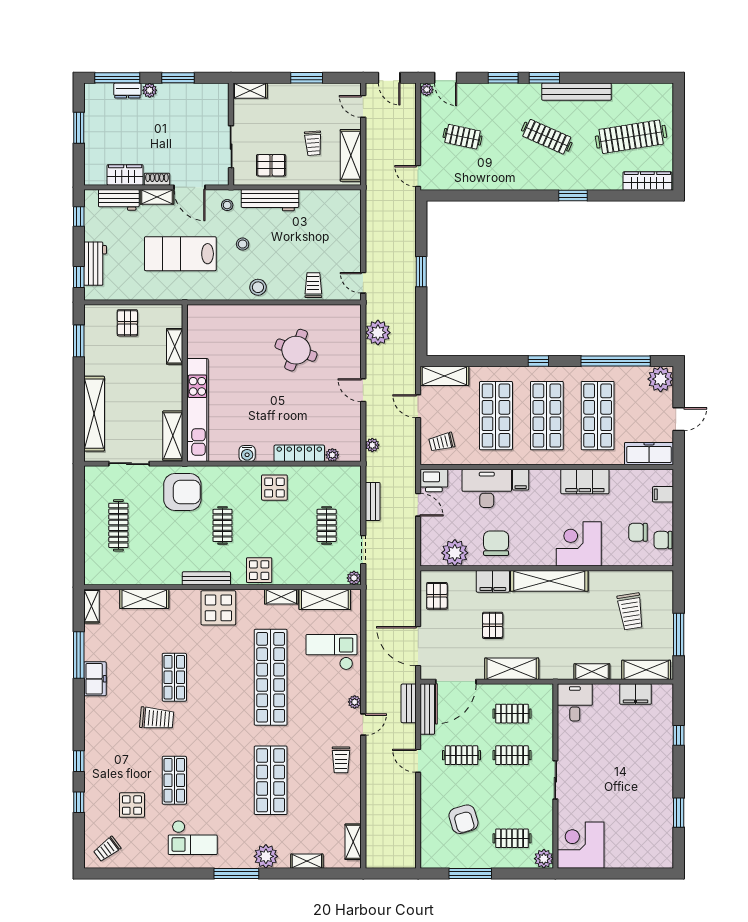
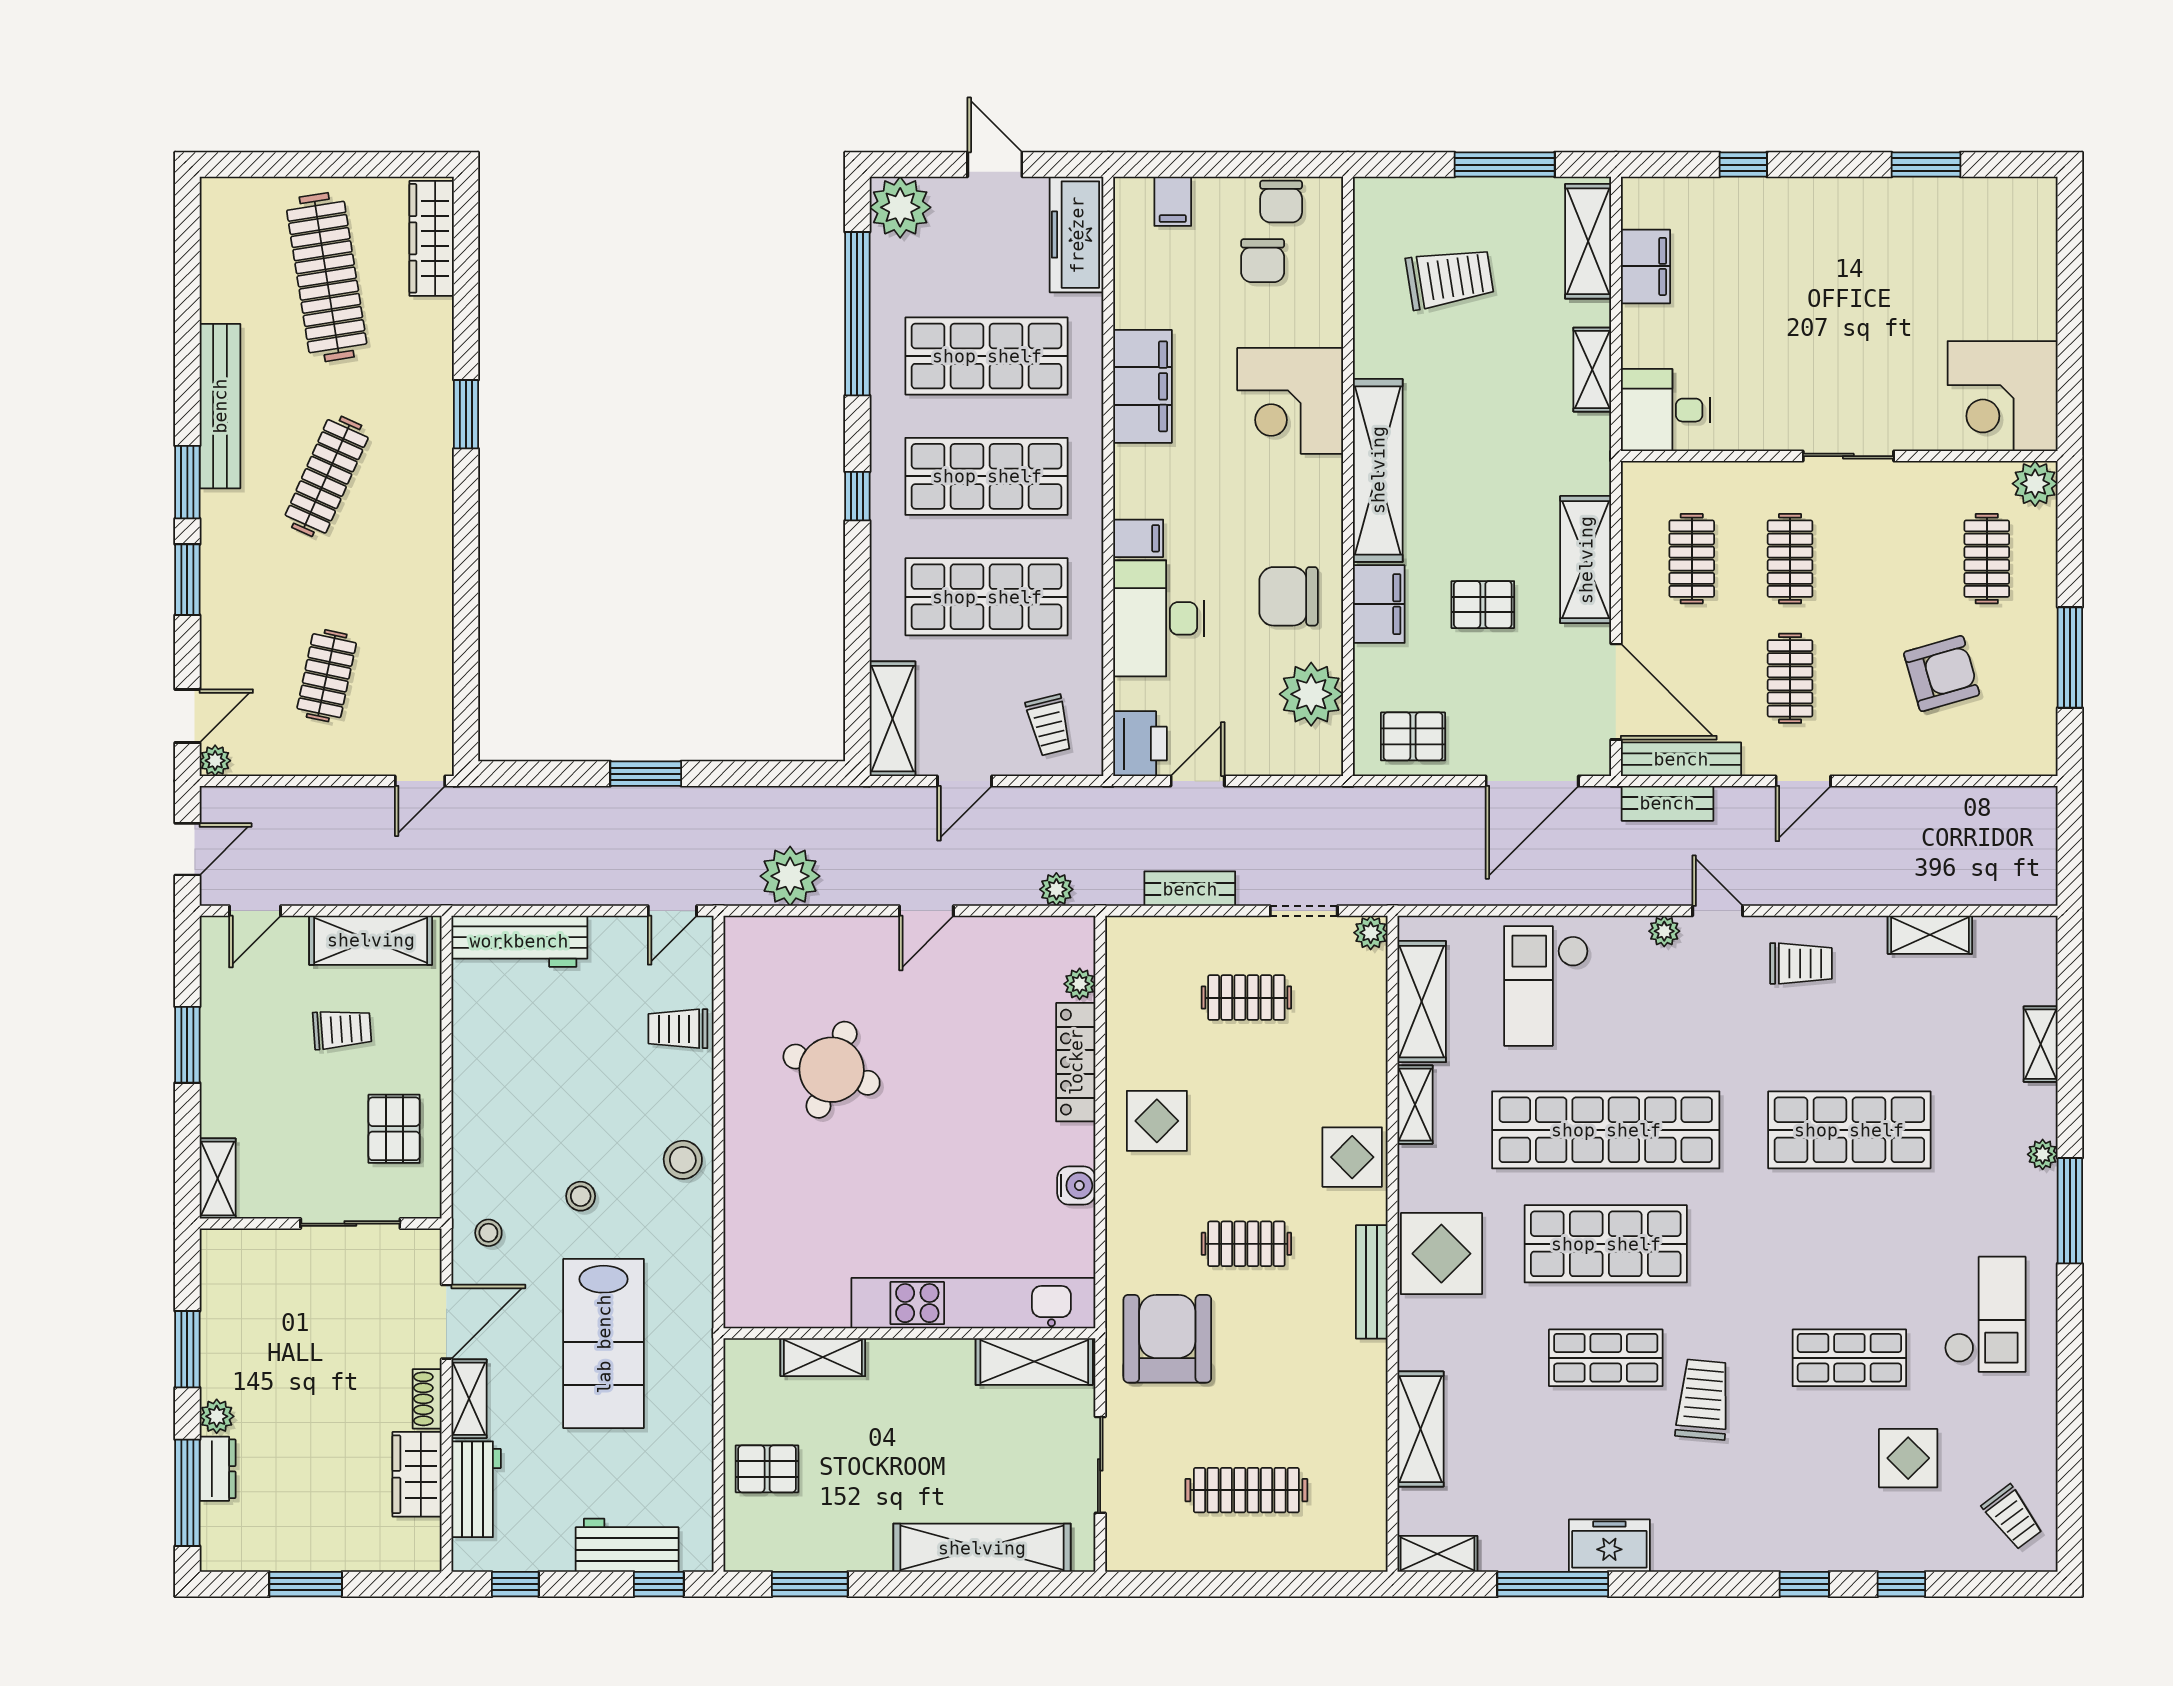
workbench: (270, 200) -> (519, 941), moved, turned 90
shop shelf: (222, 677) -> (1606, 1244), added
shelving: (353, 842) -> (1930, 935), moved
plant: (266, 856) -> (2043, 1154), width x0.53, depth x0.53

